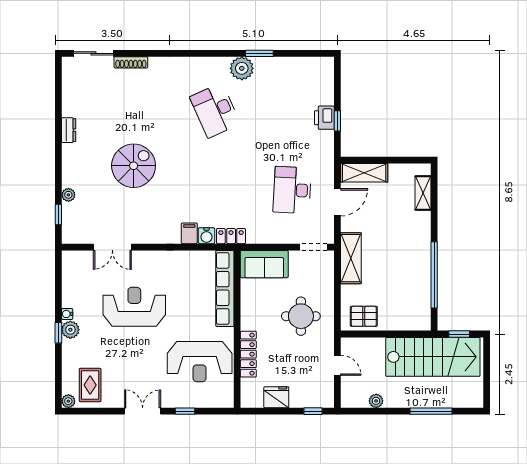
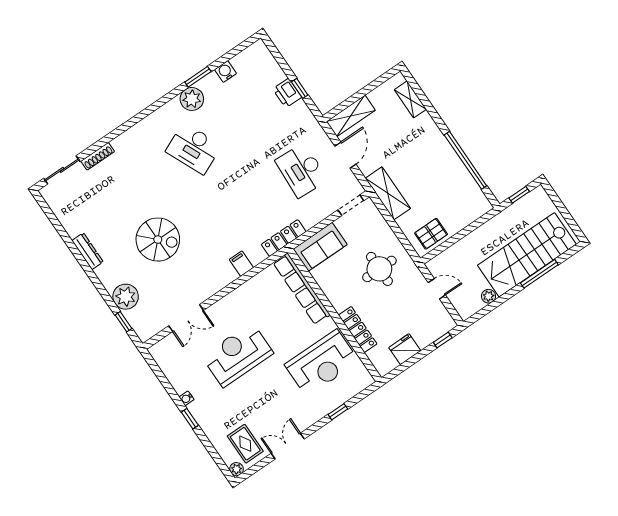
dresser: (69, 130) -> (88, 251), width x1.44
spiral stairs: (134, 166) -> (158, 240), turned 90
plant: (68, 195) -> (126, 297), width x1.88, depth x1.88
water cooler: (206, 236) -> (225, 72), moved, turned 180
locker: (231, 236) -> (284, 238), width x1.53
plant: (70, 330) -> (198, 409), removed
stairs: (433, 357) -> (527, 255), moved, turned 180
double door: (143, 411) -> (288, 446), moved

